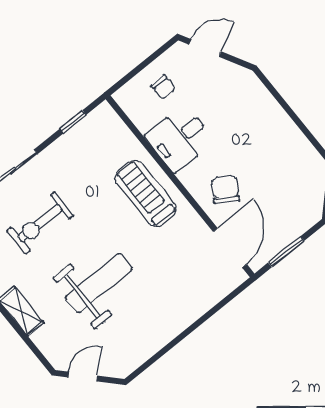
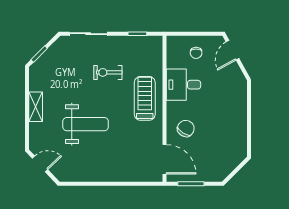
door: (205, 48) -> (233, 50), swing flipped
exercise bike: (40, 223) -> (108, 72), moved, width x0.73, depth x0.72
door: (230, 248) -> (165, 159), hinge flipped

